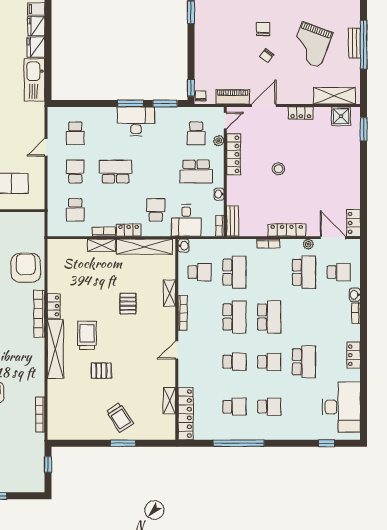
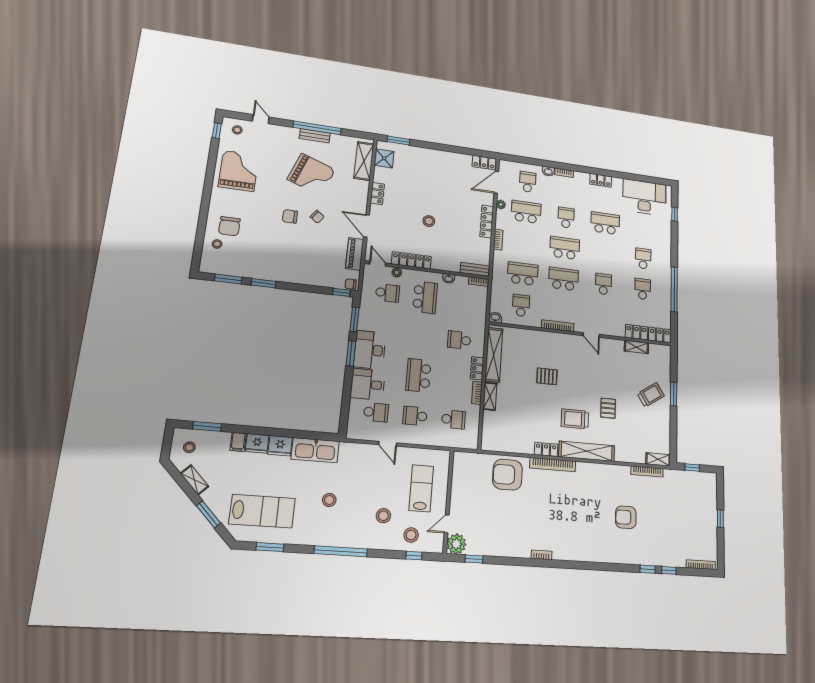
desk: (186, 220) -> (368, 384), moved, turned 180
shelving: (169, 293) -> (658, 459), moved
school desk: (269, 362) -> (566, 218), moved

